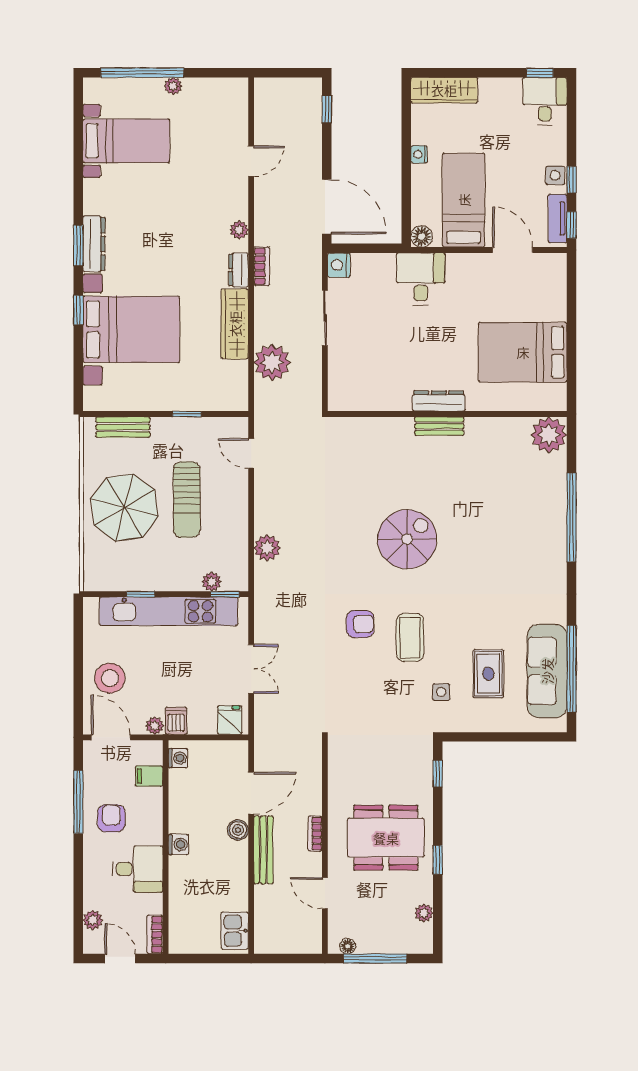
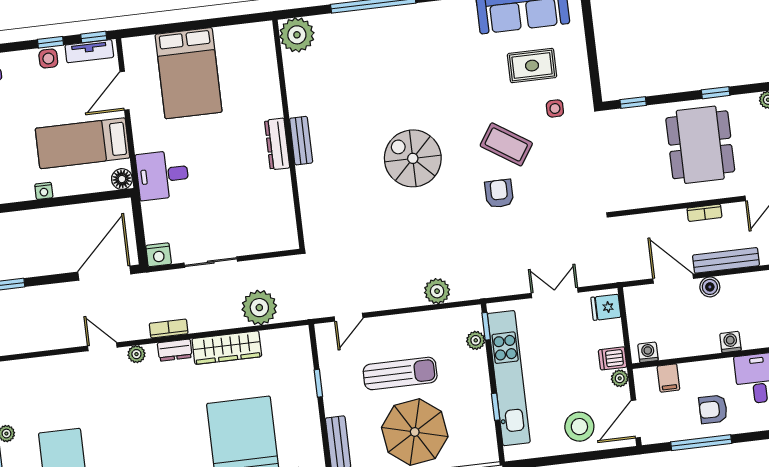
door: (251, 161) -> (102, 347), moved
bed: (523, 352) -> (189, 73), moved
coffee table: (410, 637) -> (506, 144), turned 33

